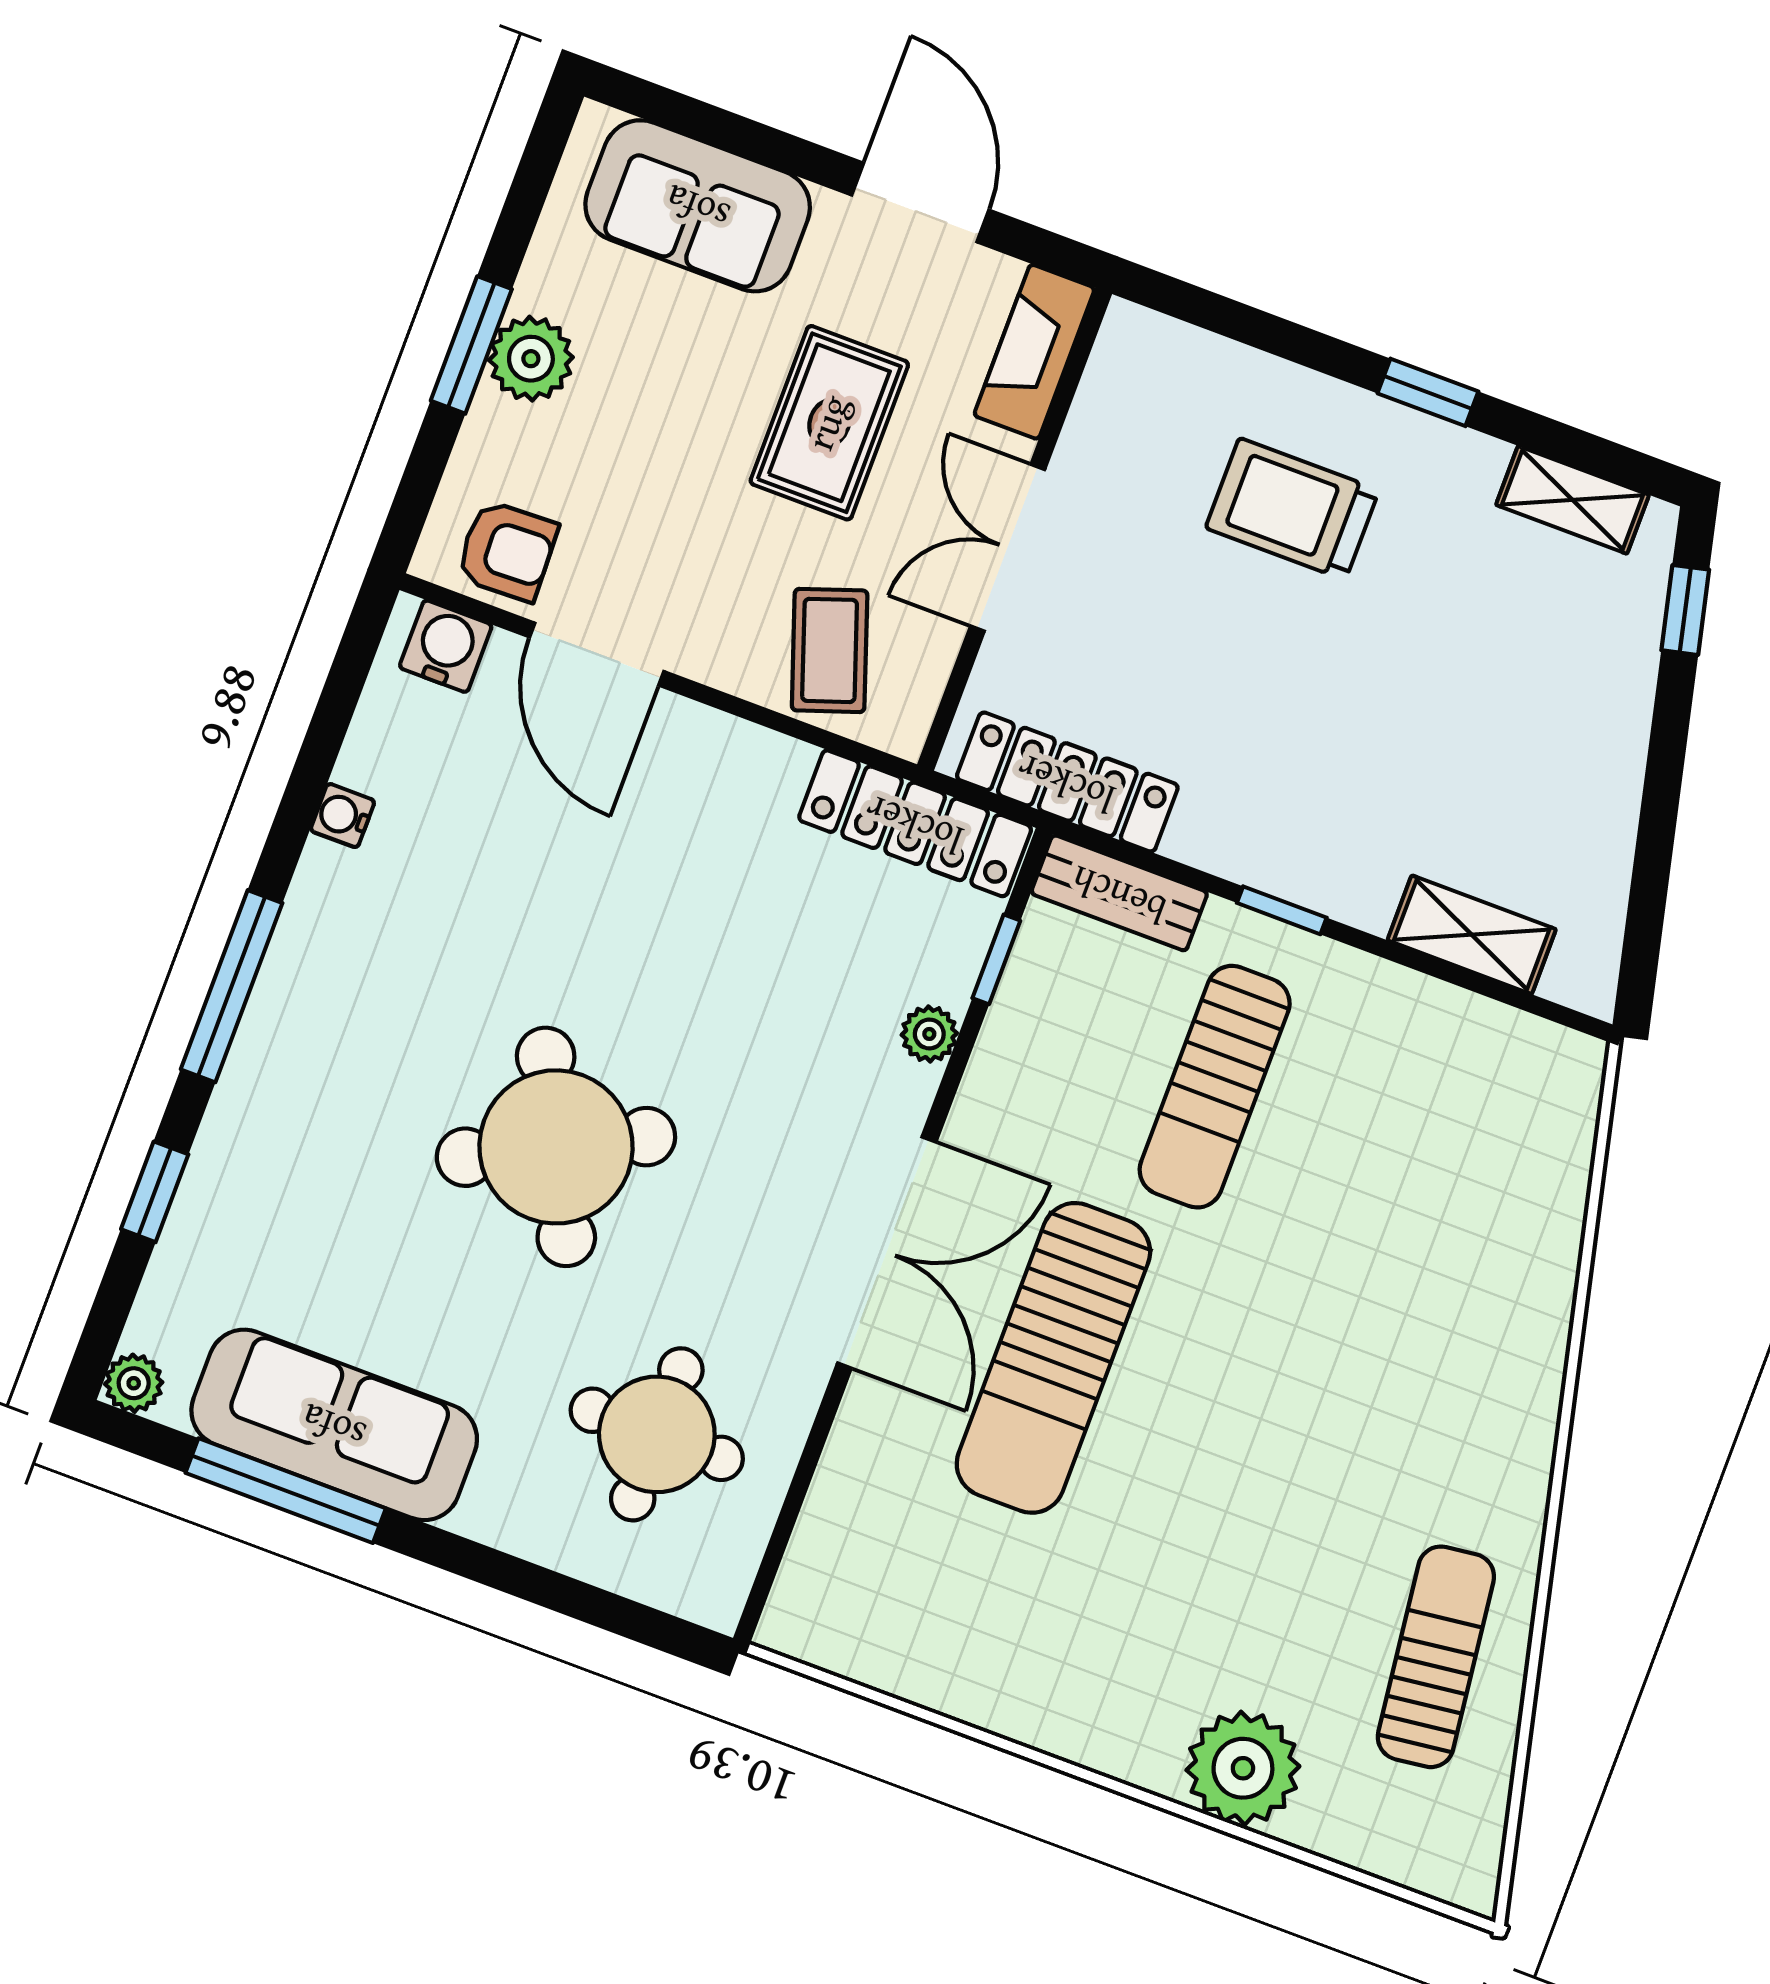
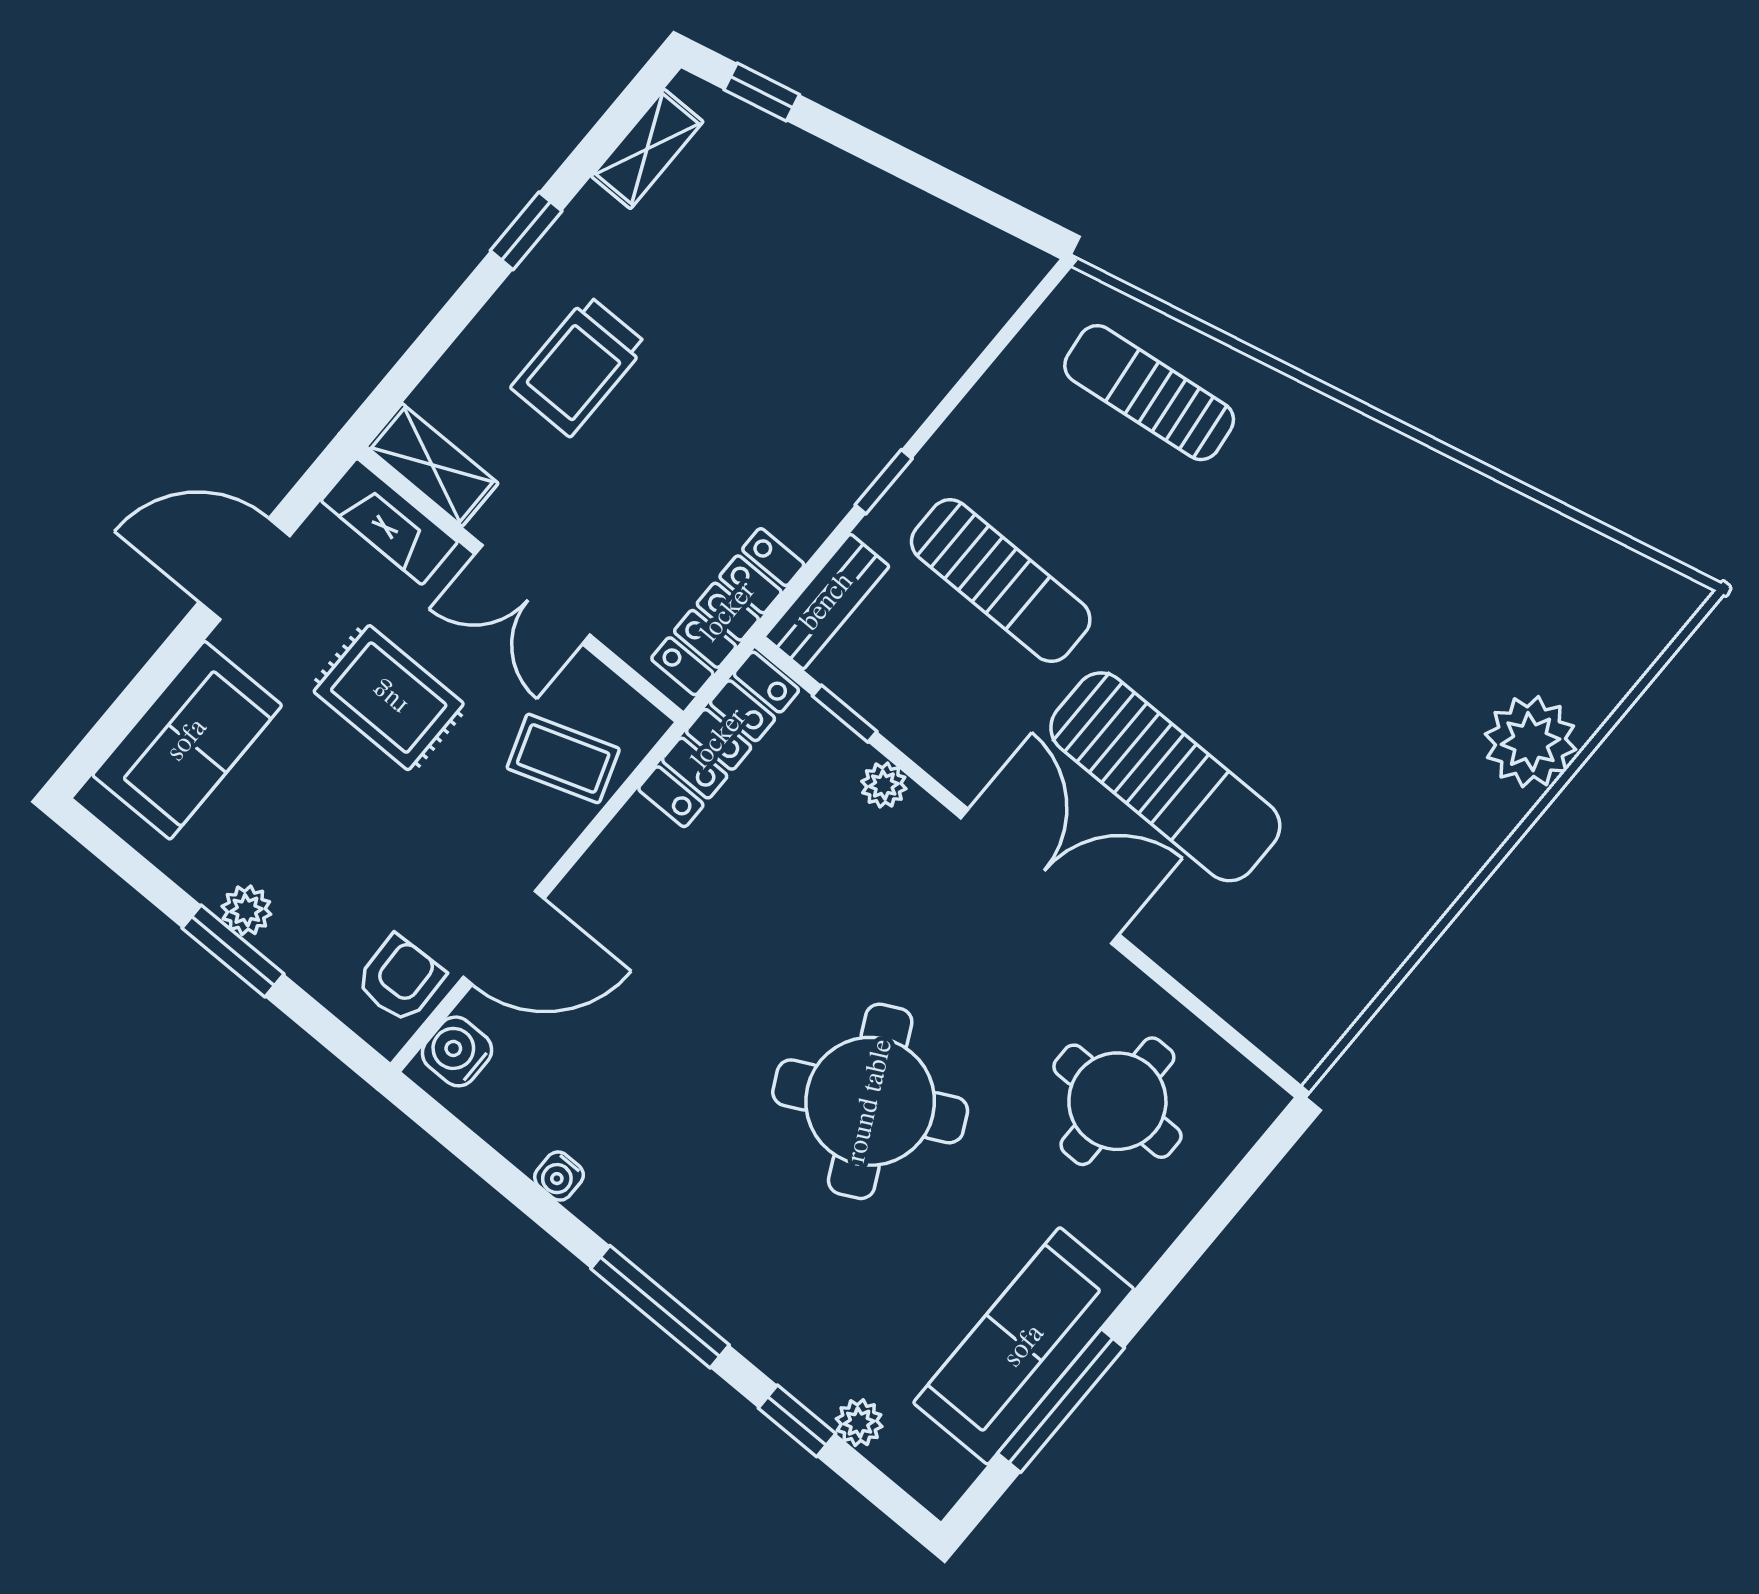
plant: (531, 359) -> (246, 910), width x0.73, depth x0.73
shelving: (1472, 935) -> (432, 465), moved, turned 90
plant: (134, 1383) -> (859, 1423), moved
sun lounger: (1436, 1657) -> (1149, 393), moved

